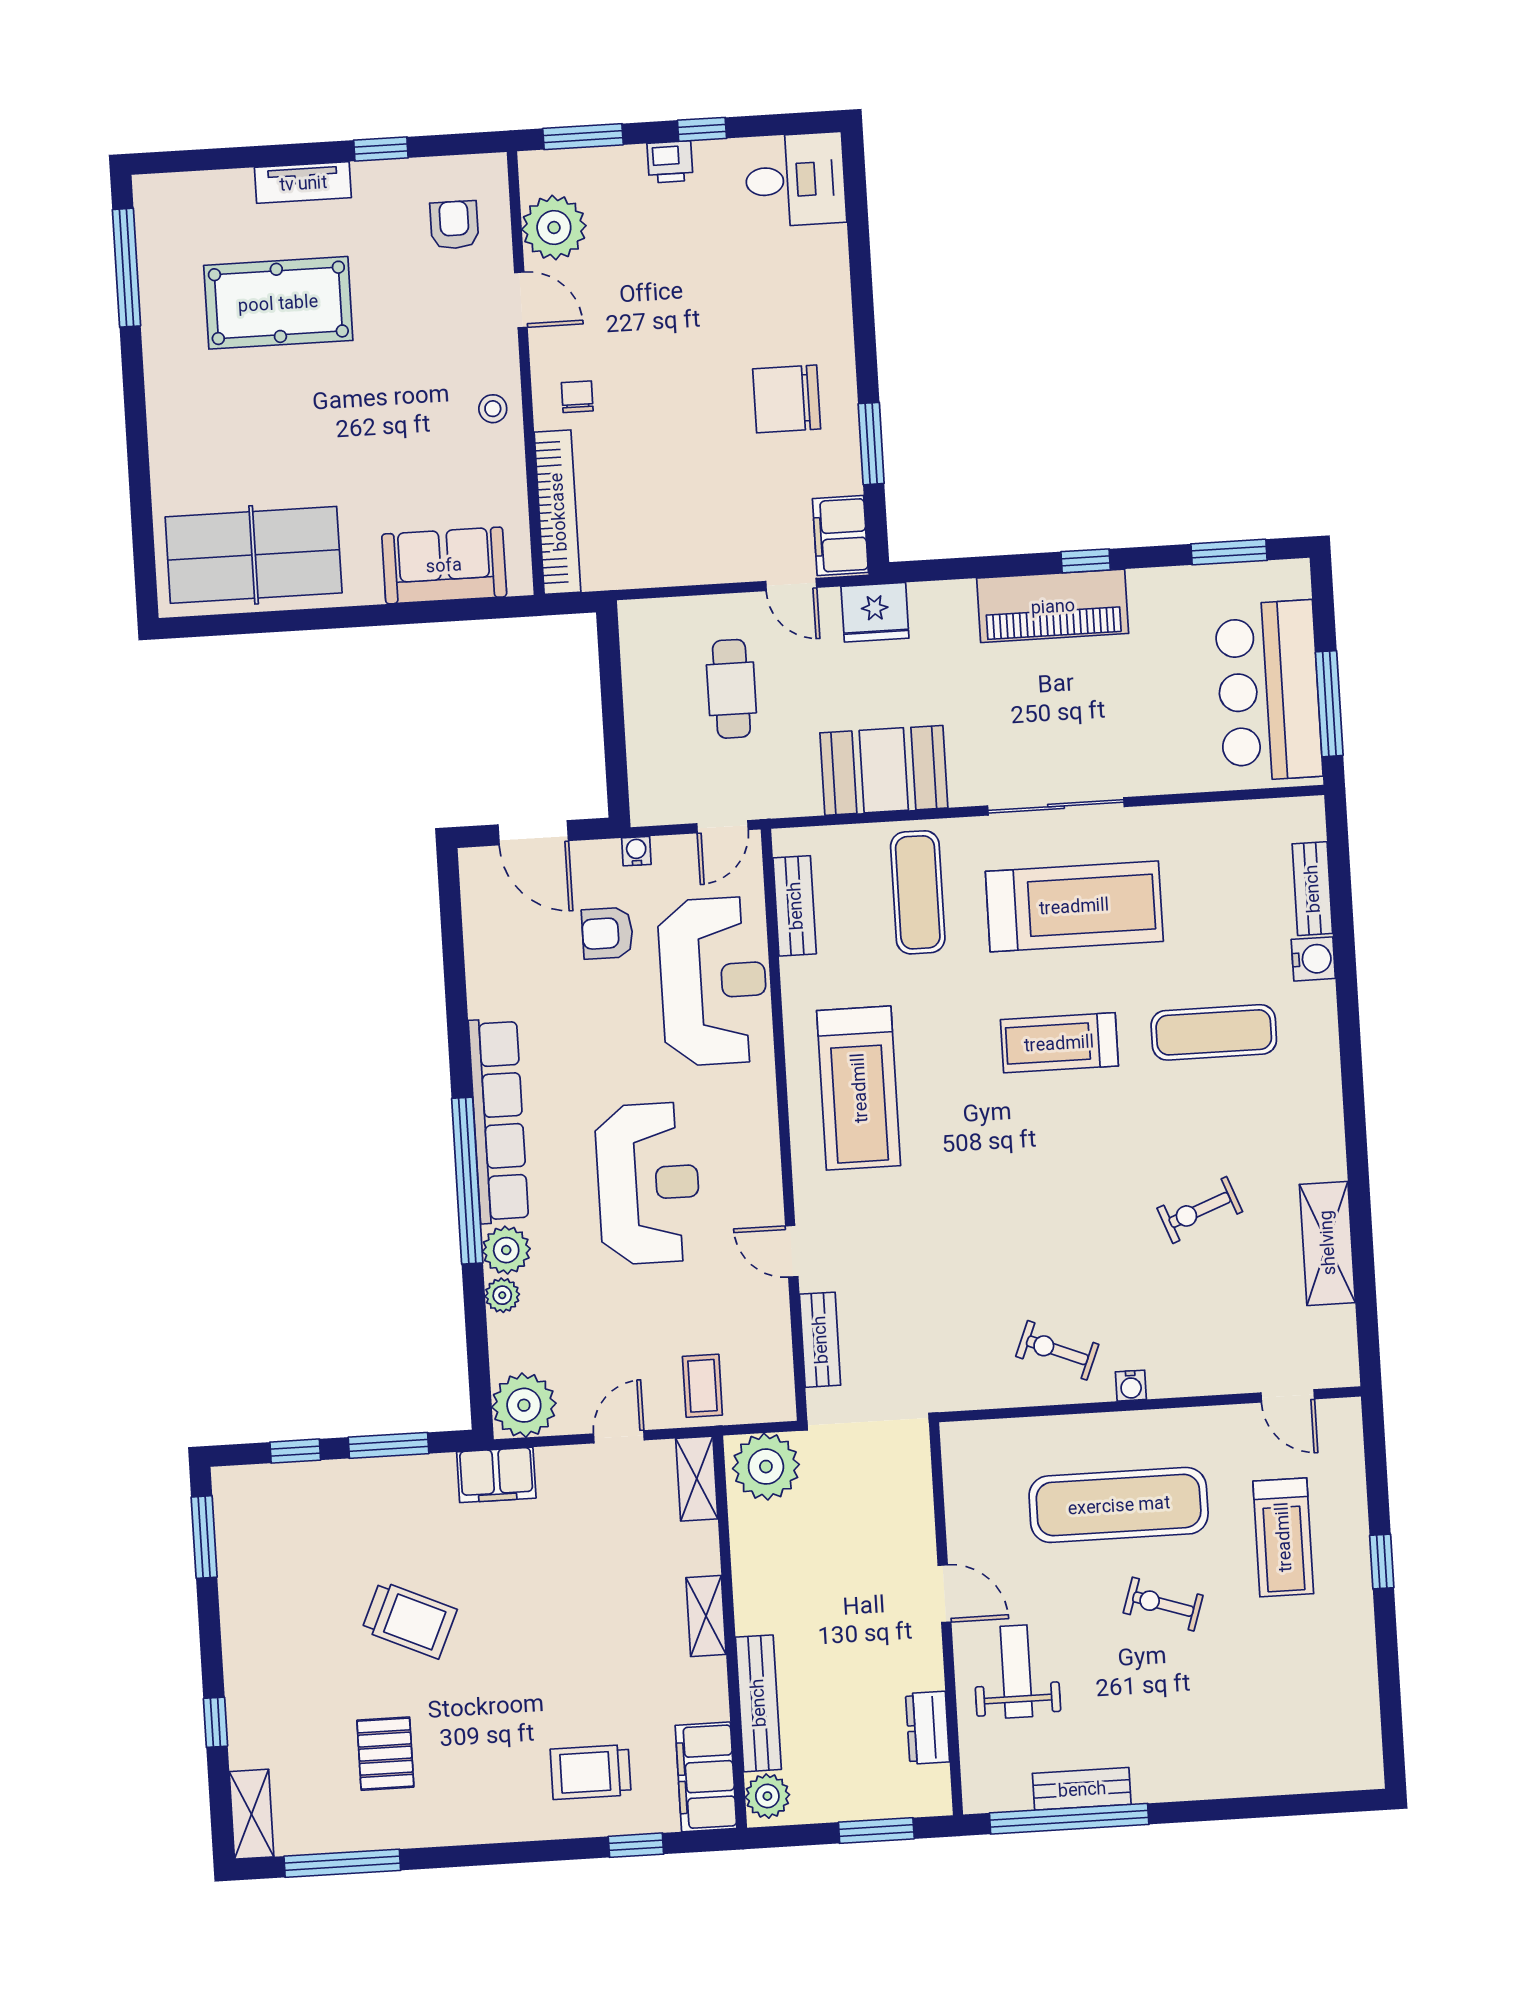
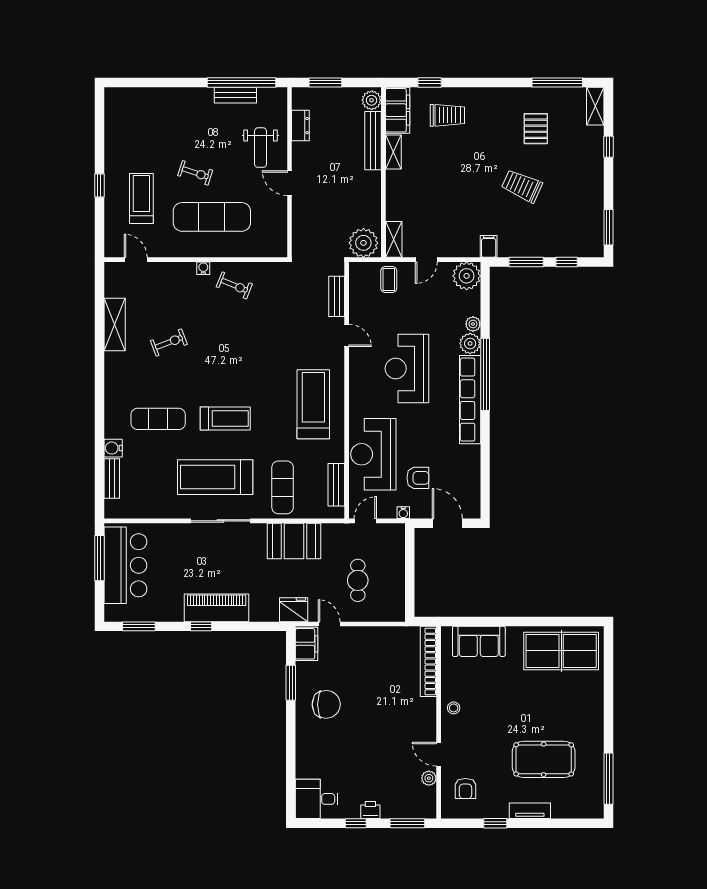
plant: (554, 228) -> (429, 778), width x0.53, depth x0.53
chair: (577, 397) -> (417, 711), removed
filing cabinet: (496, 1475) -> (489, 246), width x0.50
shelving: (706, 1616) -> (393, 152), moved

